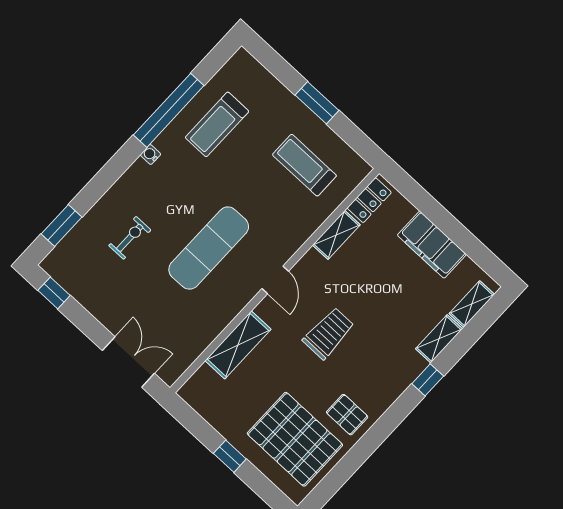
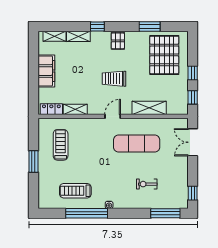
treadmill: (217, 124) -> (75, 191), turned 180
treadmill: (304, 165) -> (61, 145), turned 180
window: (62, 226) -> (165, 213), width x1.44
exercise mat: (209, 248) -> (137, 144), moved
pallet: (347, 415) -> (118, 41), moved
window: (194, 423) -> (193, 97), added
window: (357, 456) -> (150, 27), added

